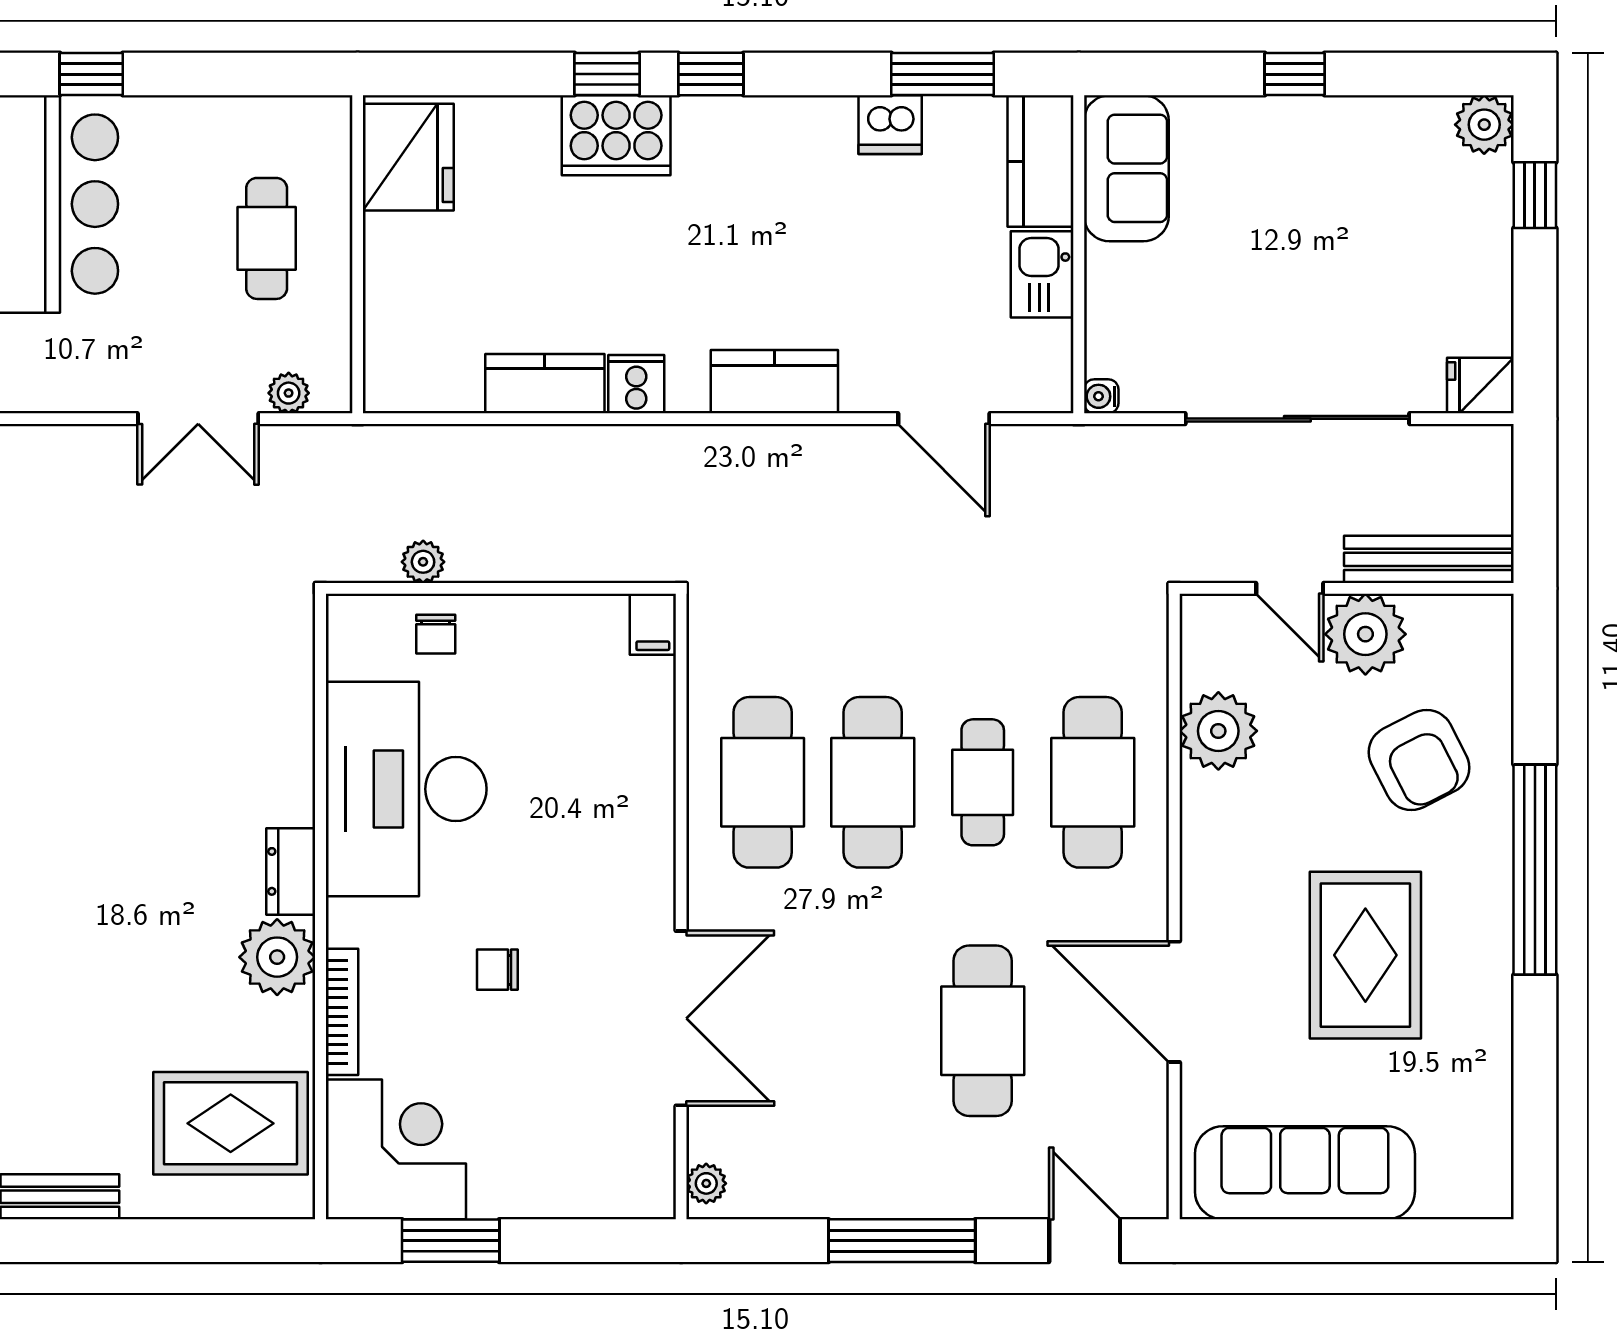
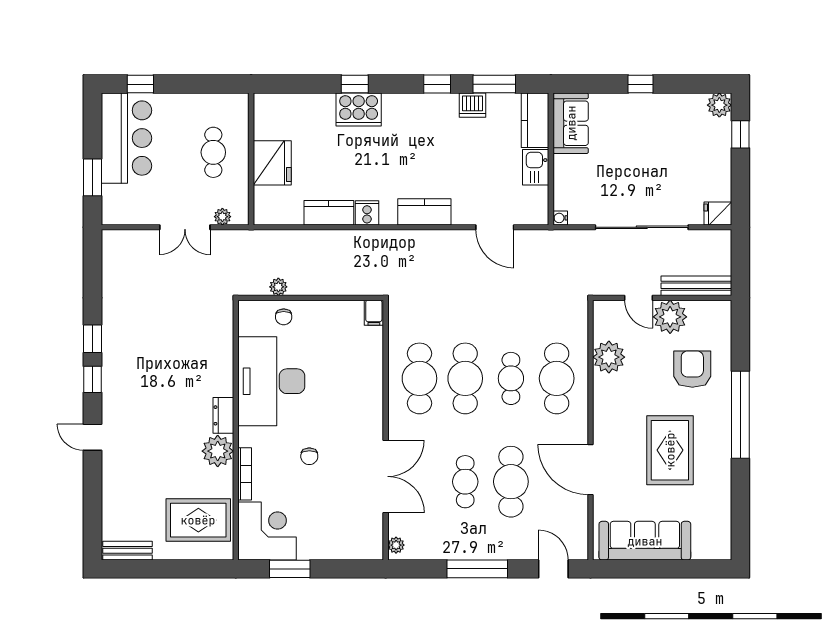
window: (711, 74) -> (437, 84), moved
fridge: (408, 157) -> (272, 163), moved
armchair: (1419, 760) -> (692, 369), turned -153
chair: (497, 970) -> (309, 456), turned -90
cafe table: (873, 1031) -> (465, 482), added

